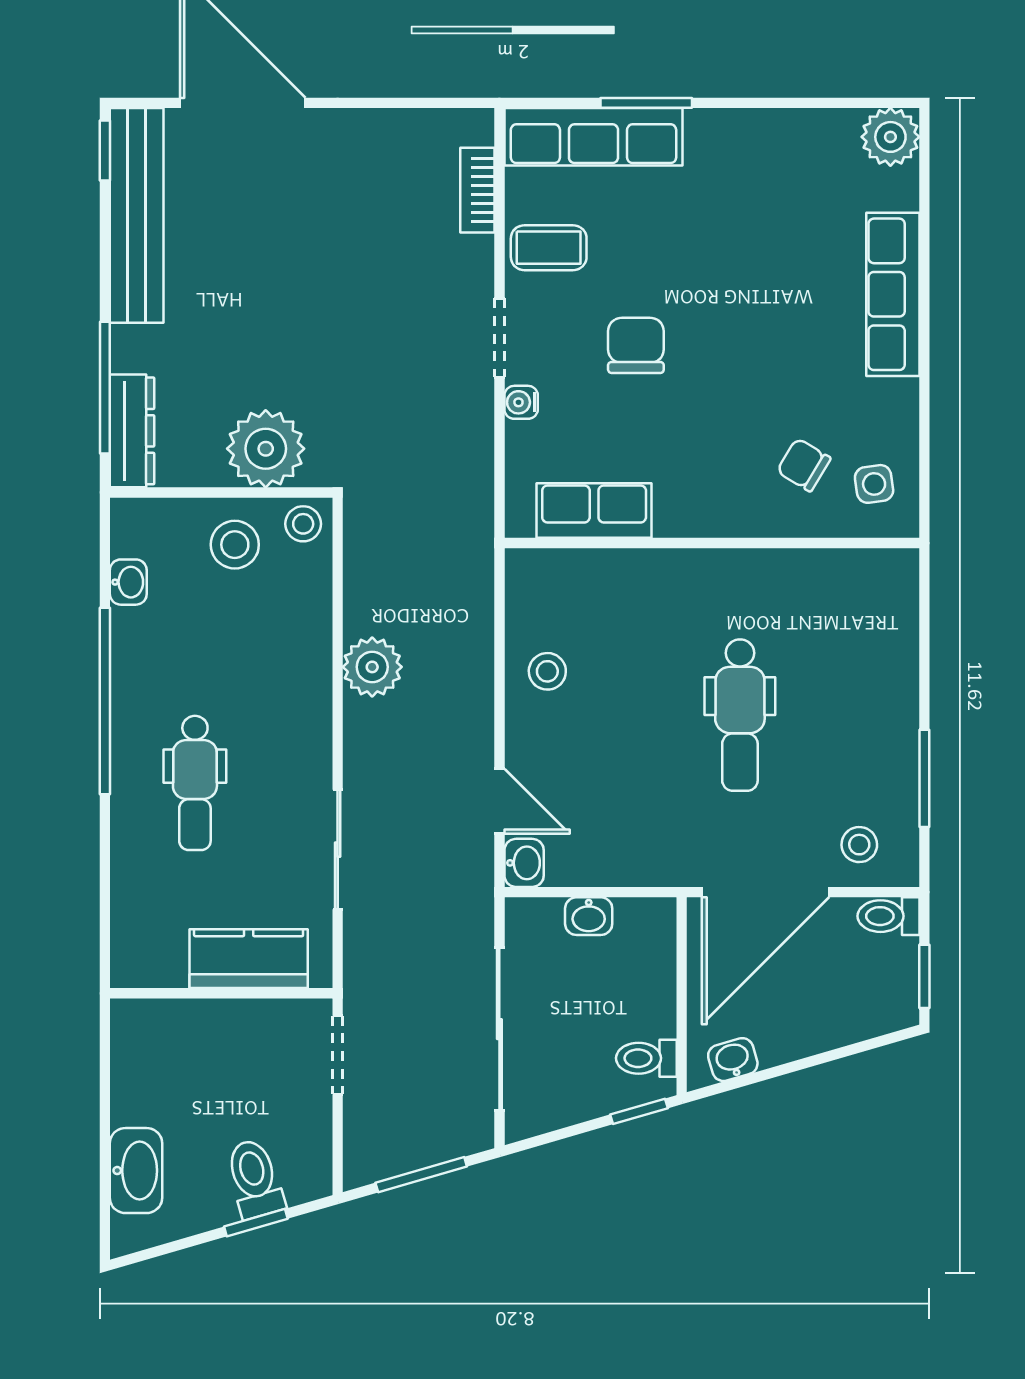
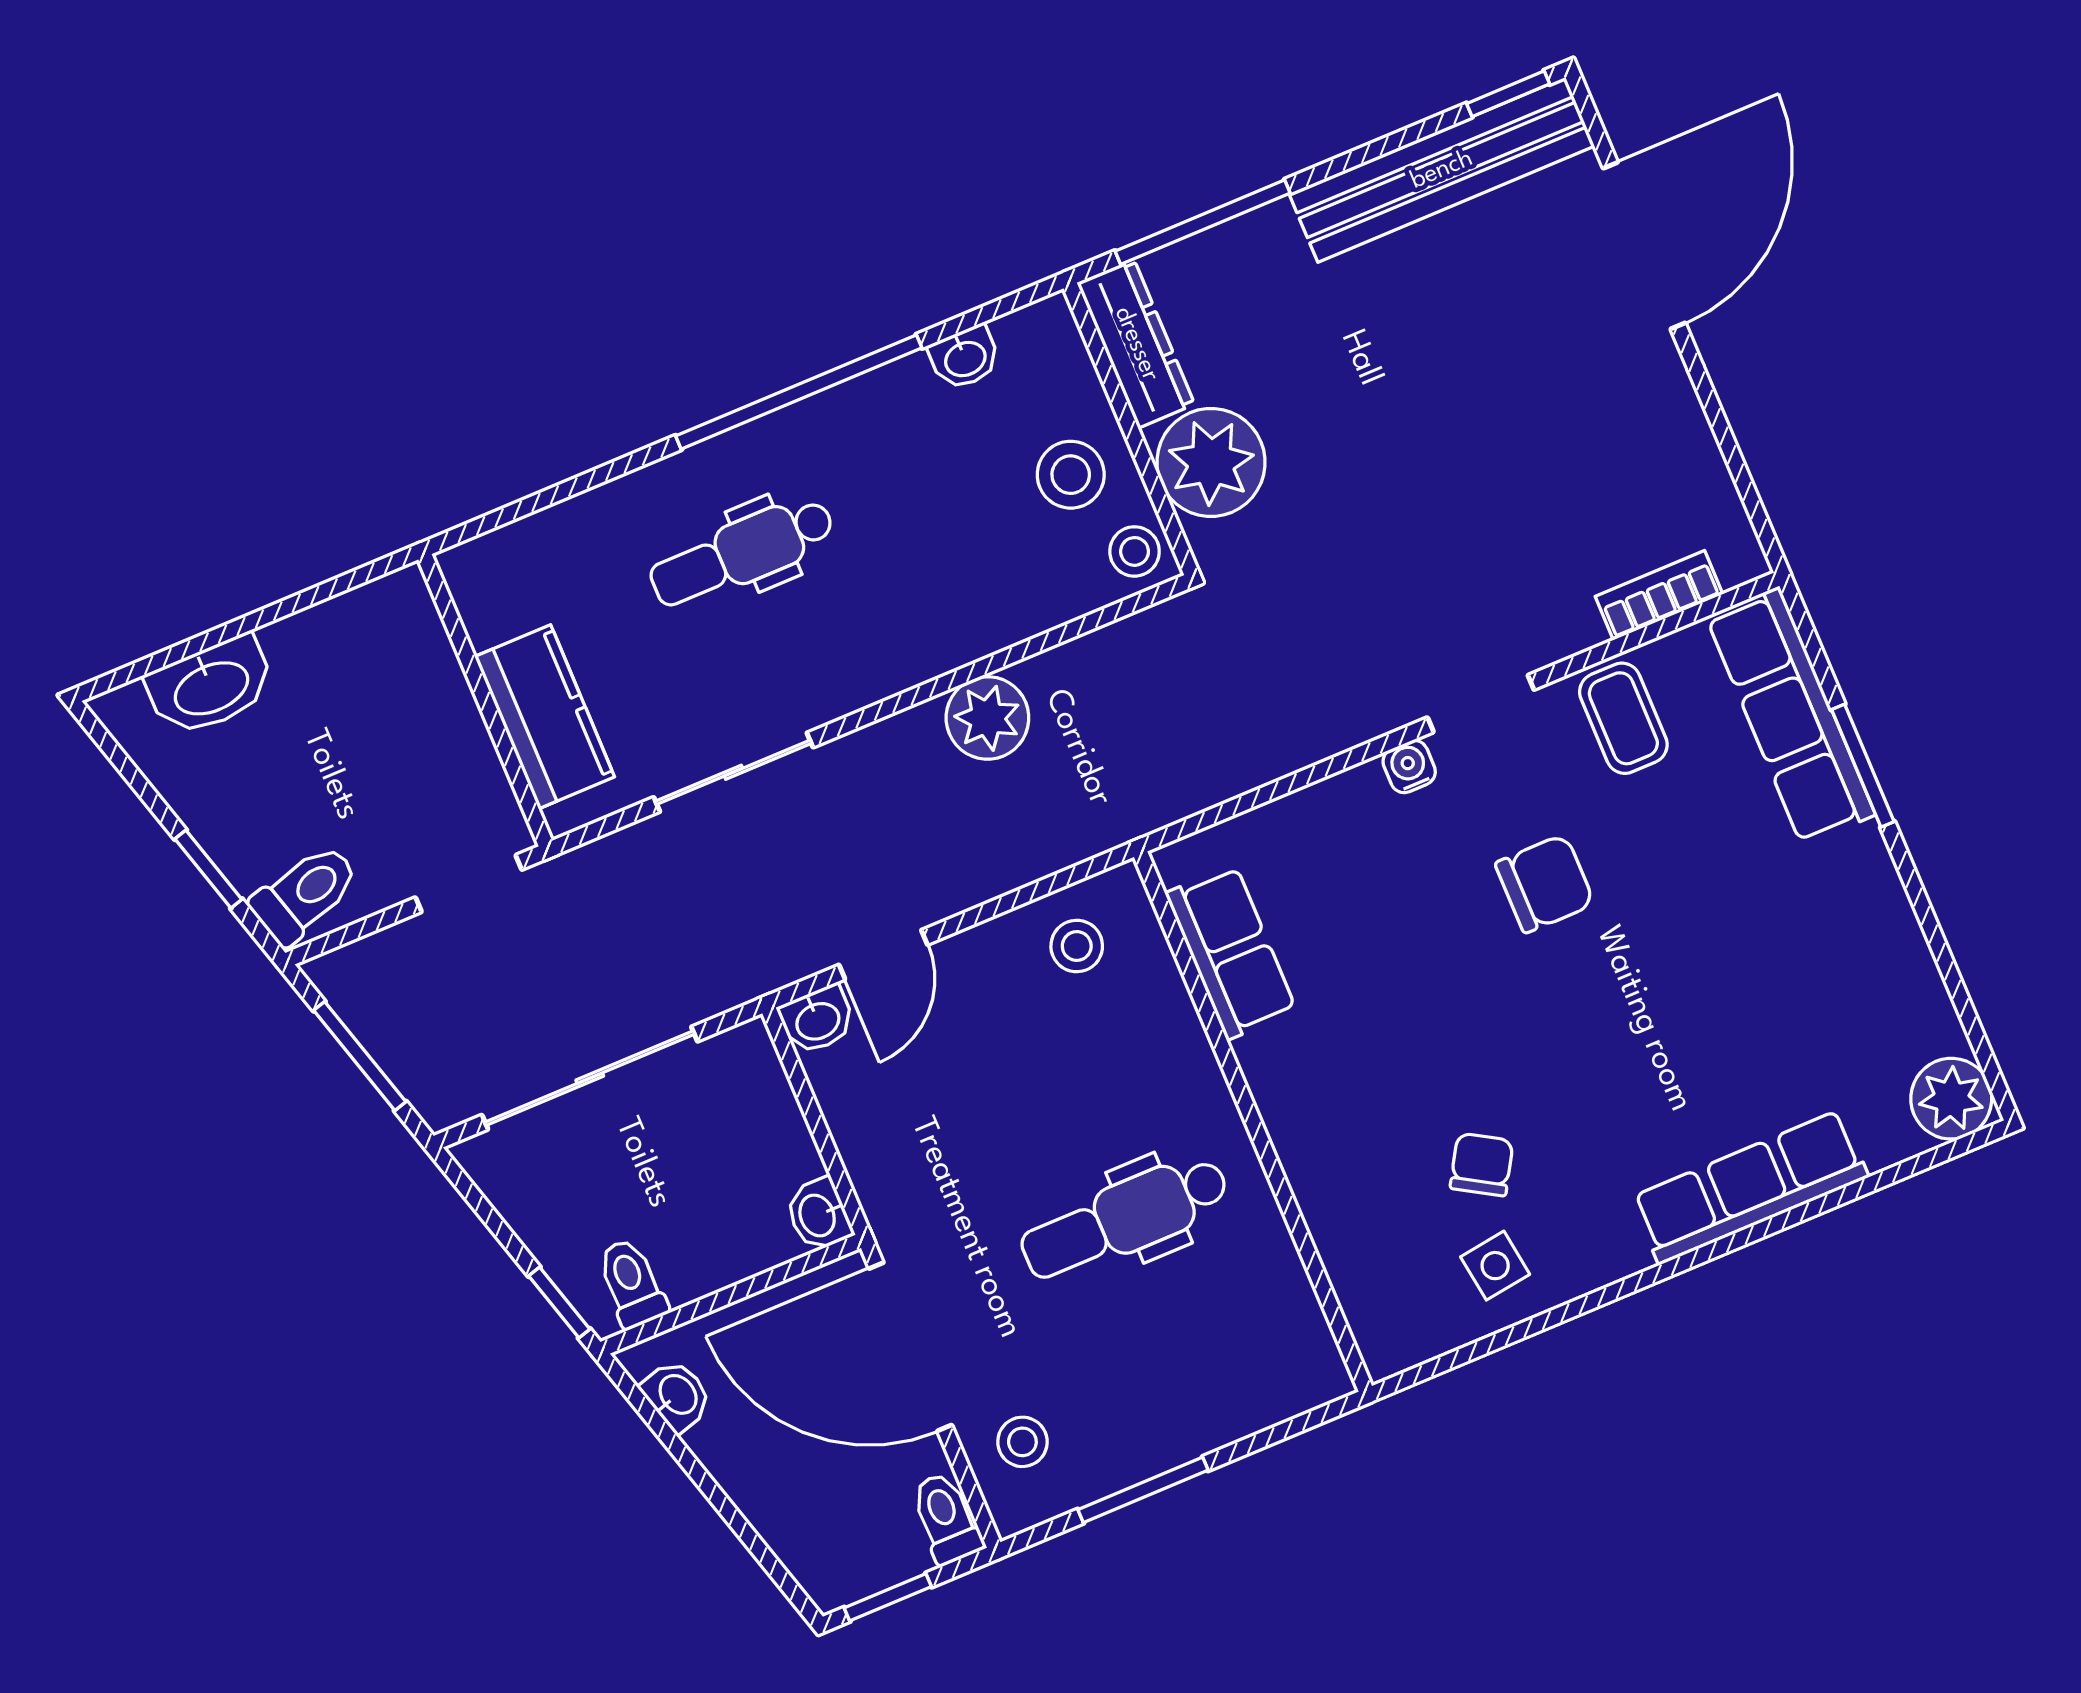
dresser: (132, 431) -> (1136, 344), moved, turned -90
row of seats: (594, 511) -> (1231, 952), moved
wall: (712, 543) -> (1253, 1122), moved
washbasin: (589, 916) -> (819, 1215), moved
toilet: (255, 1179) -> (305, 894), moved

